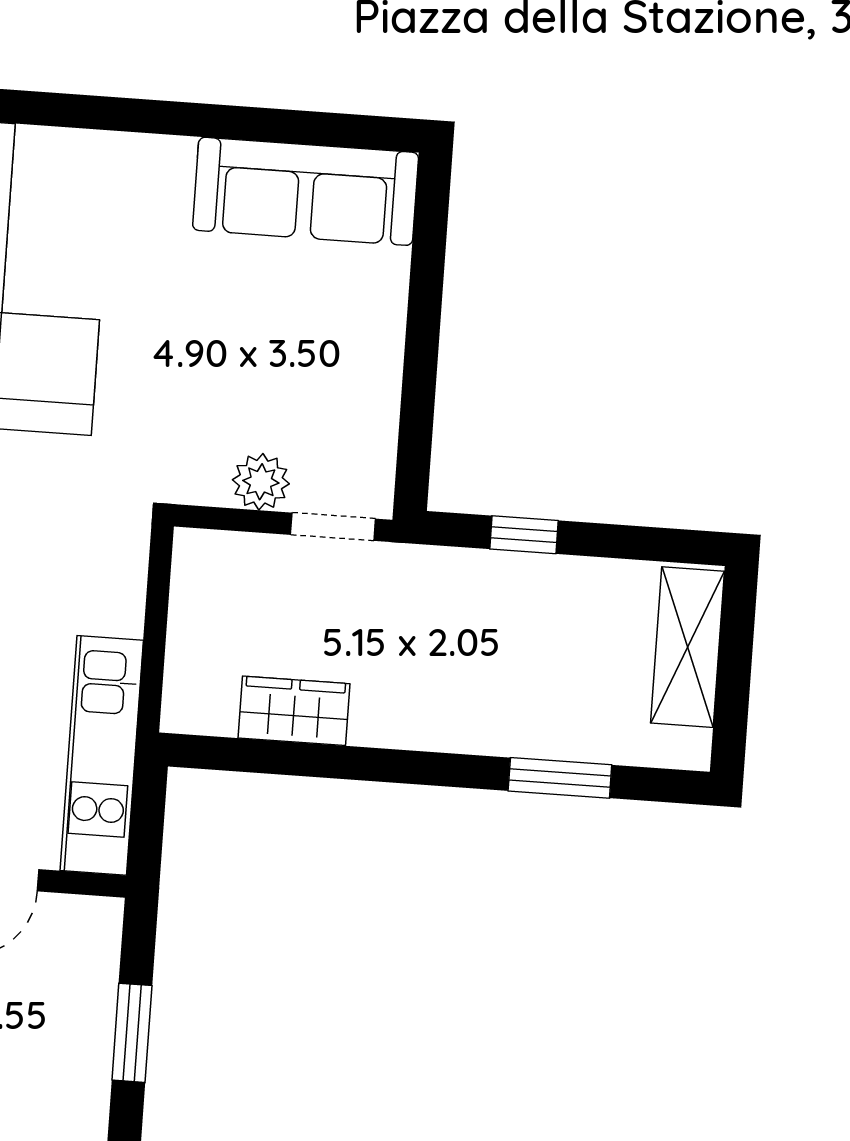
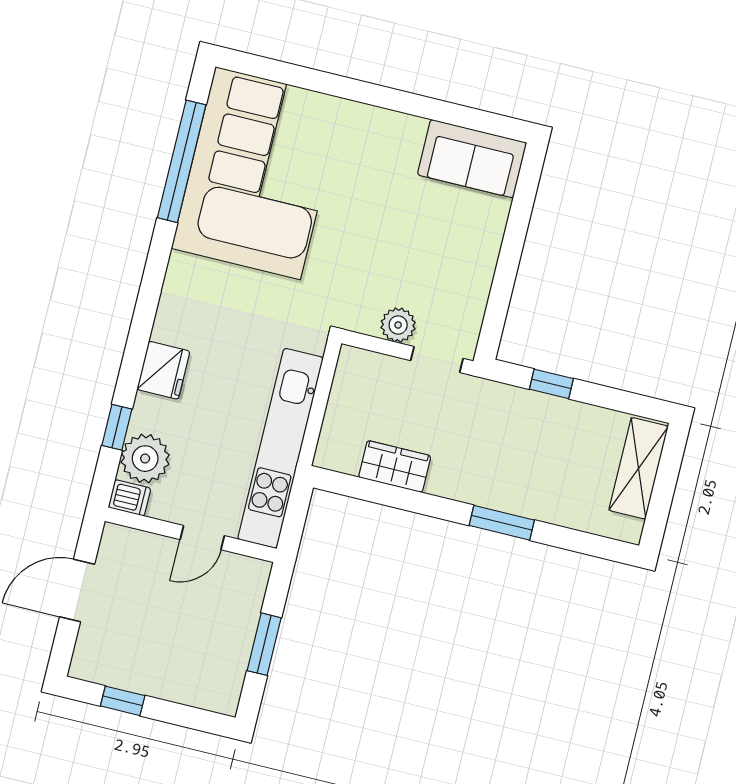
sofa: (306, 191) -> (472, 159), width x0.73
kitchen unit: (102, 755) -> (280, 448), width x1.36
window: (560, 778) -> (502, 523), moved

